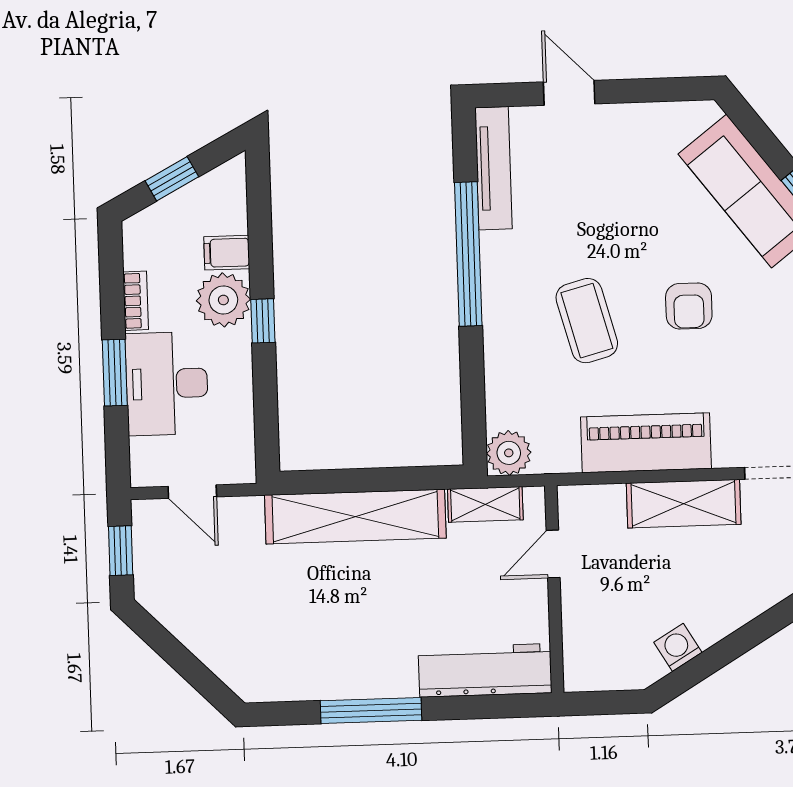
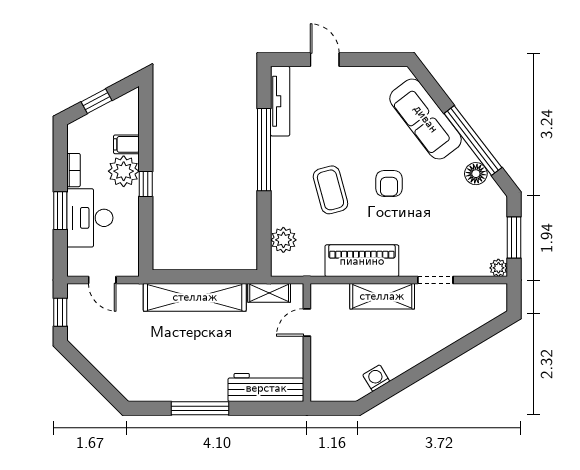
plant: (509, 453) -> (283, 240), moved

